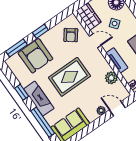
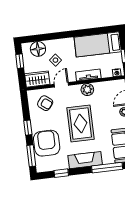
armchair: (35, 56) -> (47, 143), turned -90
plant: (111, 78) -> (87, 90), moved
window: (22, 92) -> (61, 173), moved

